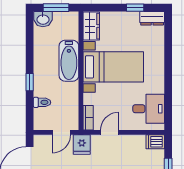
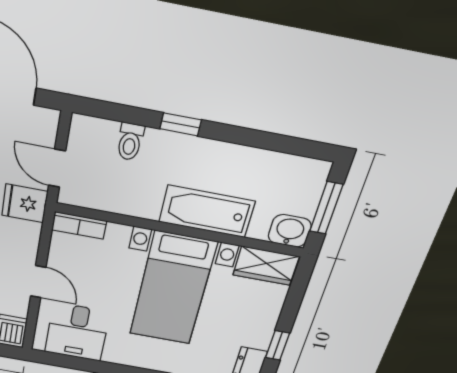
washbasin: (43, 19) -> (290, 231), moved, turned 90
door: (110, 132) -> (38, 282), moved

